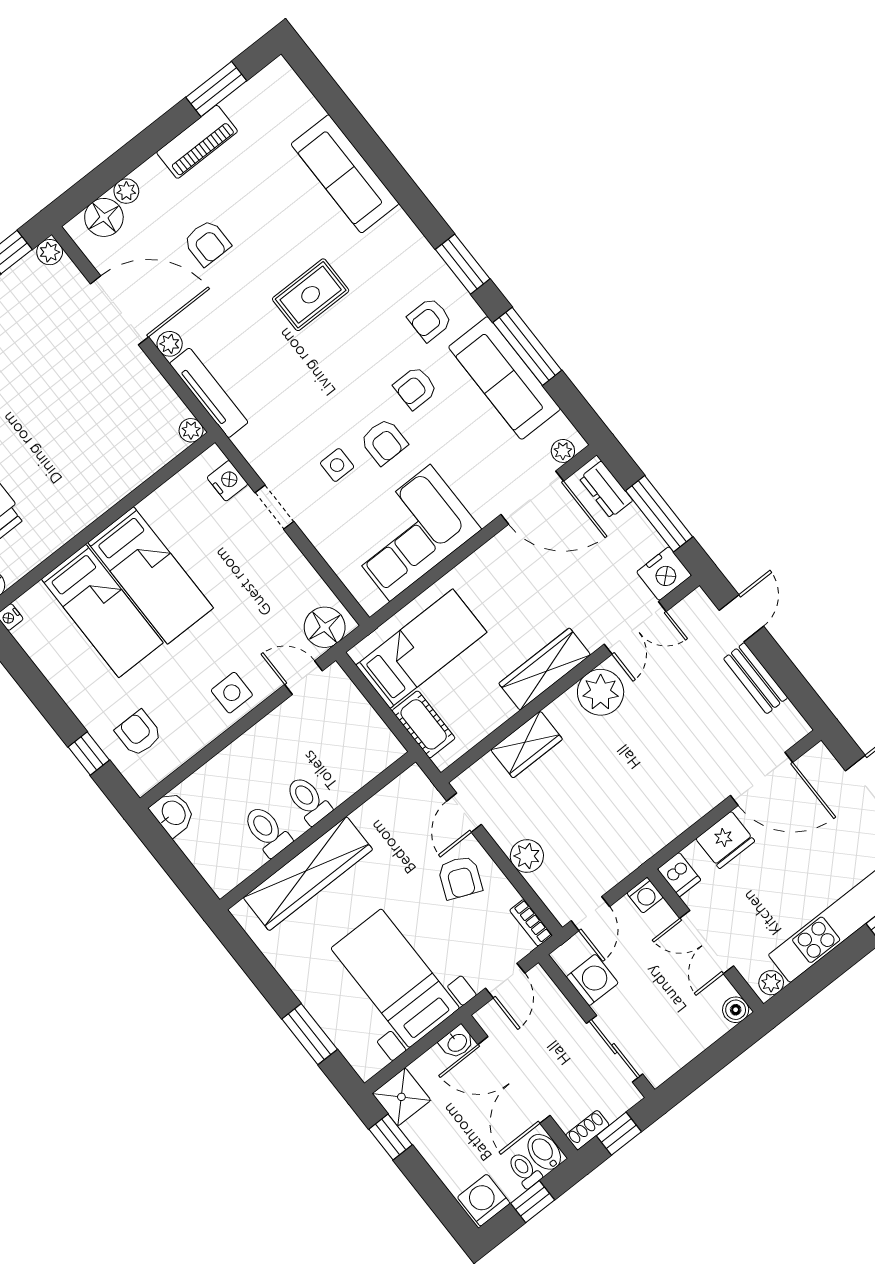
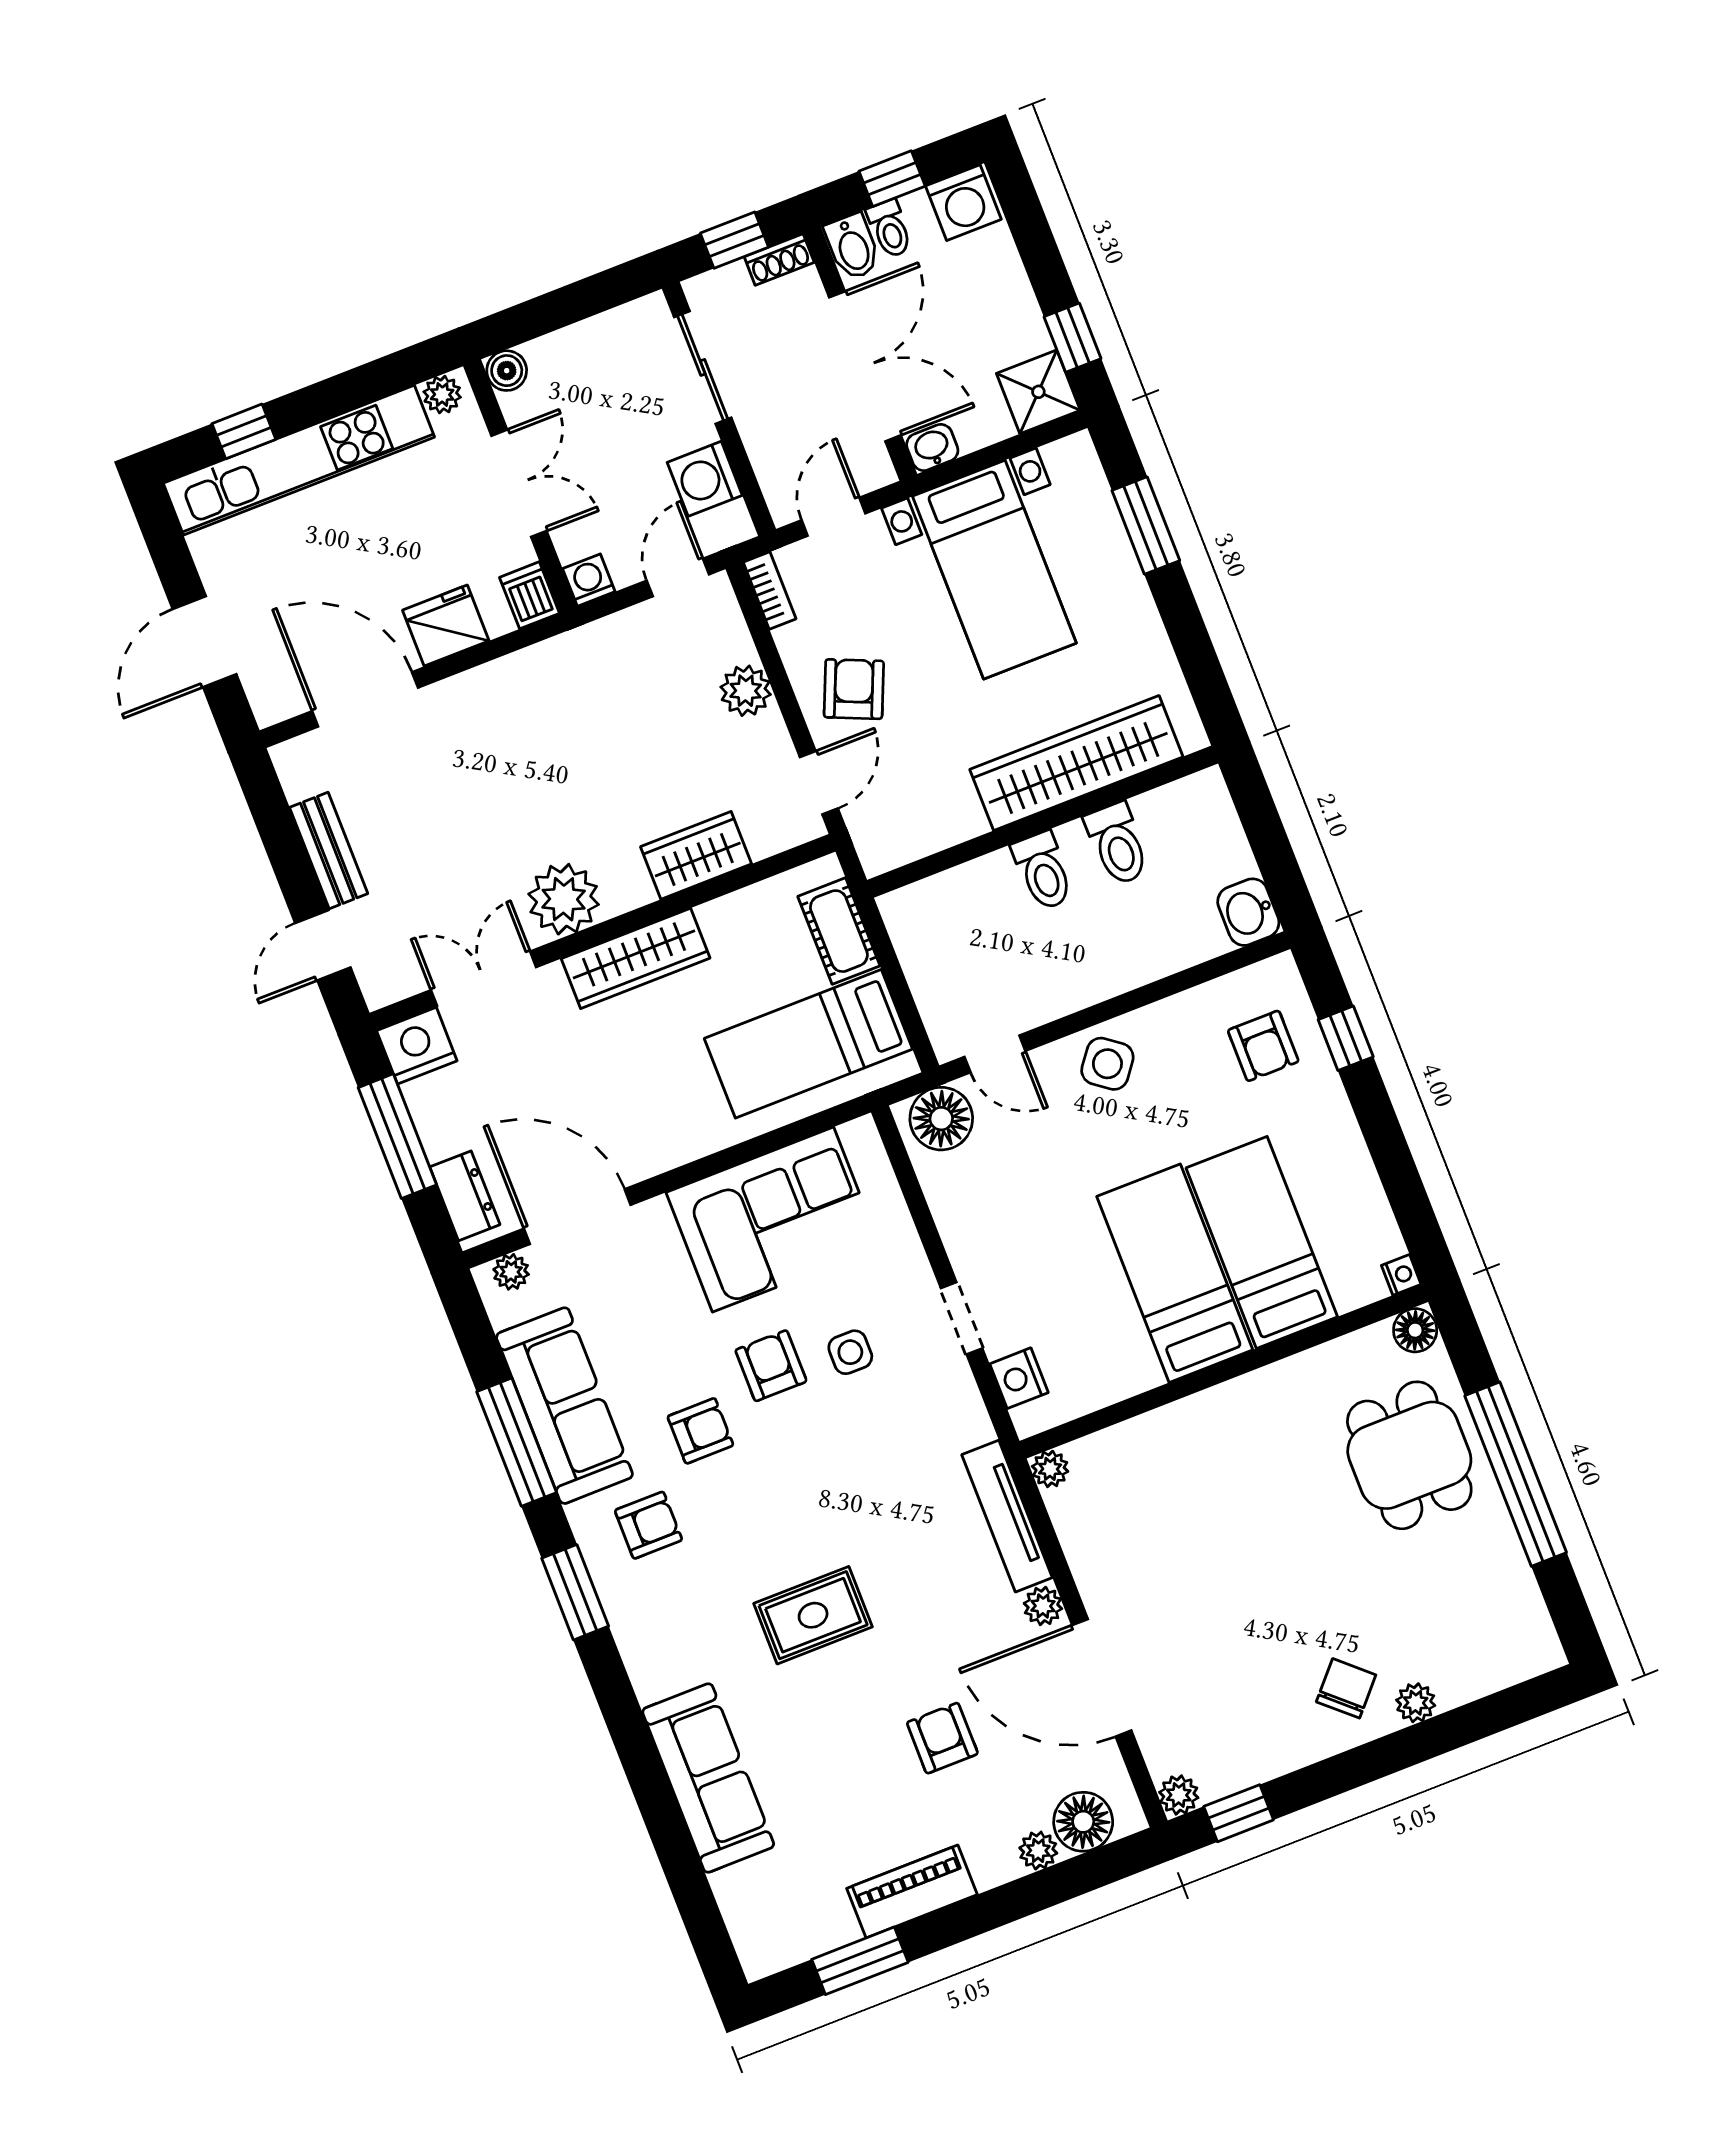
side table: (232, 693) -> (1107, 1064), turned 37

